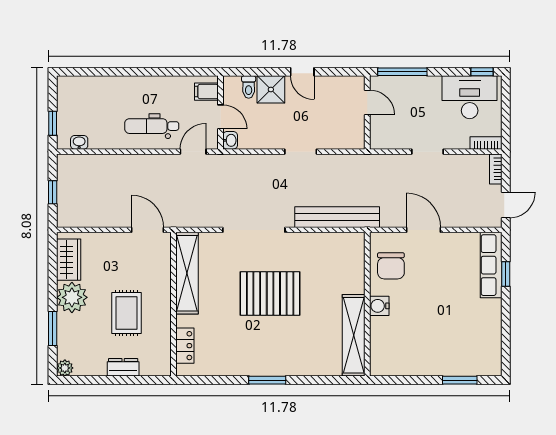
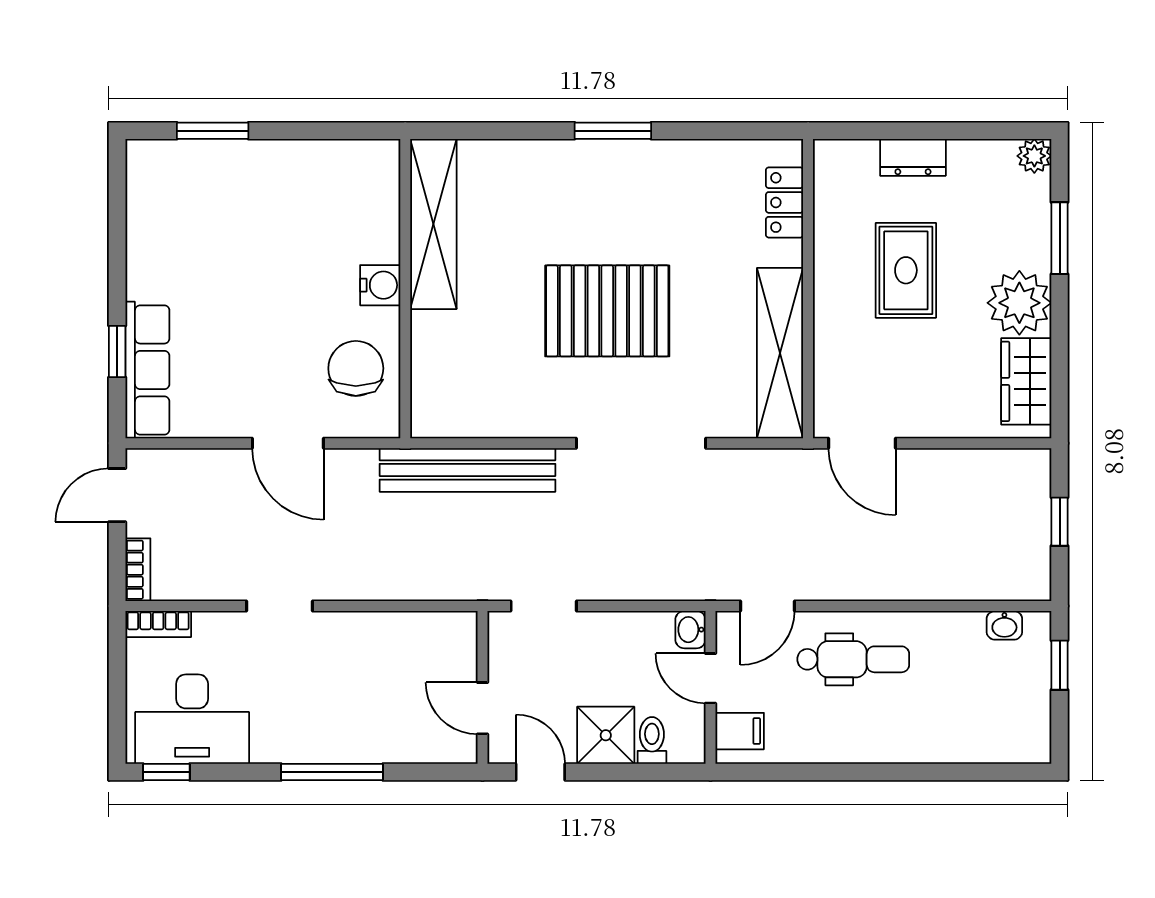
door: (367, 102) -> (483, 708), moved
wall: (367, 113) -> (483, 687), moved

